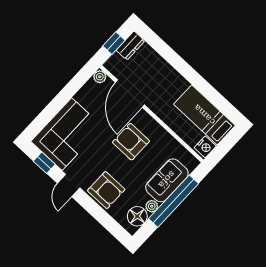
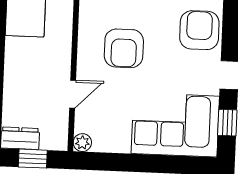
door: (130, 94) -> (73, 94), width x0.53

